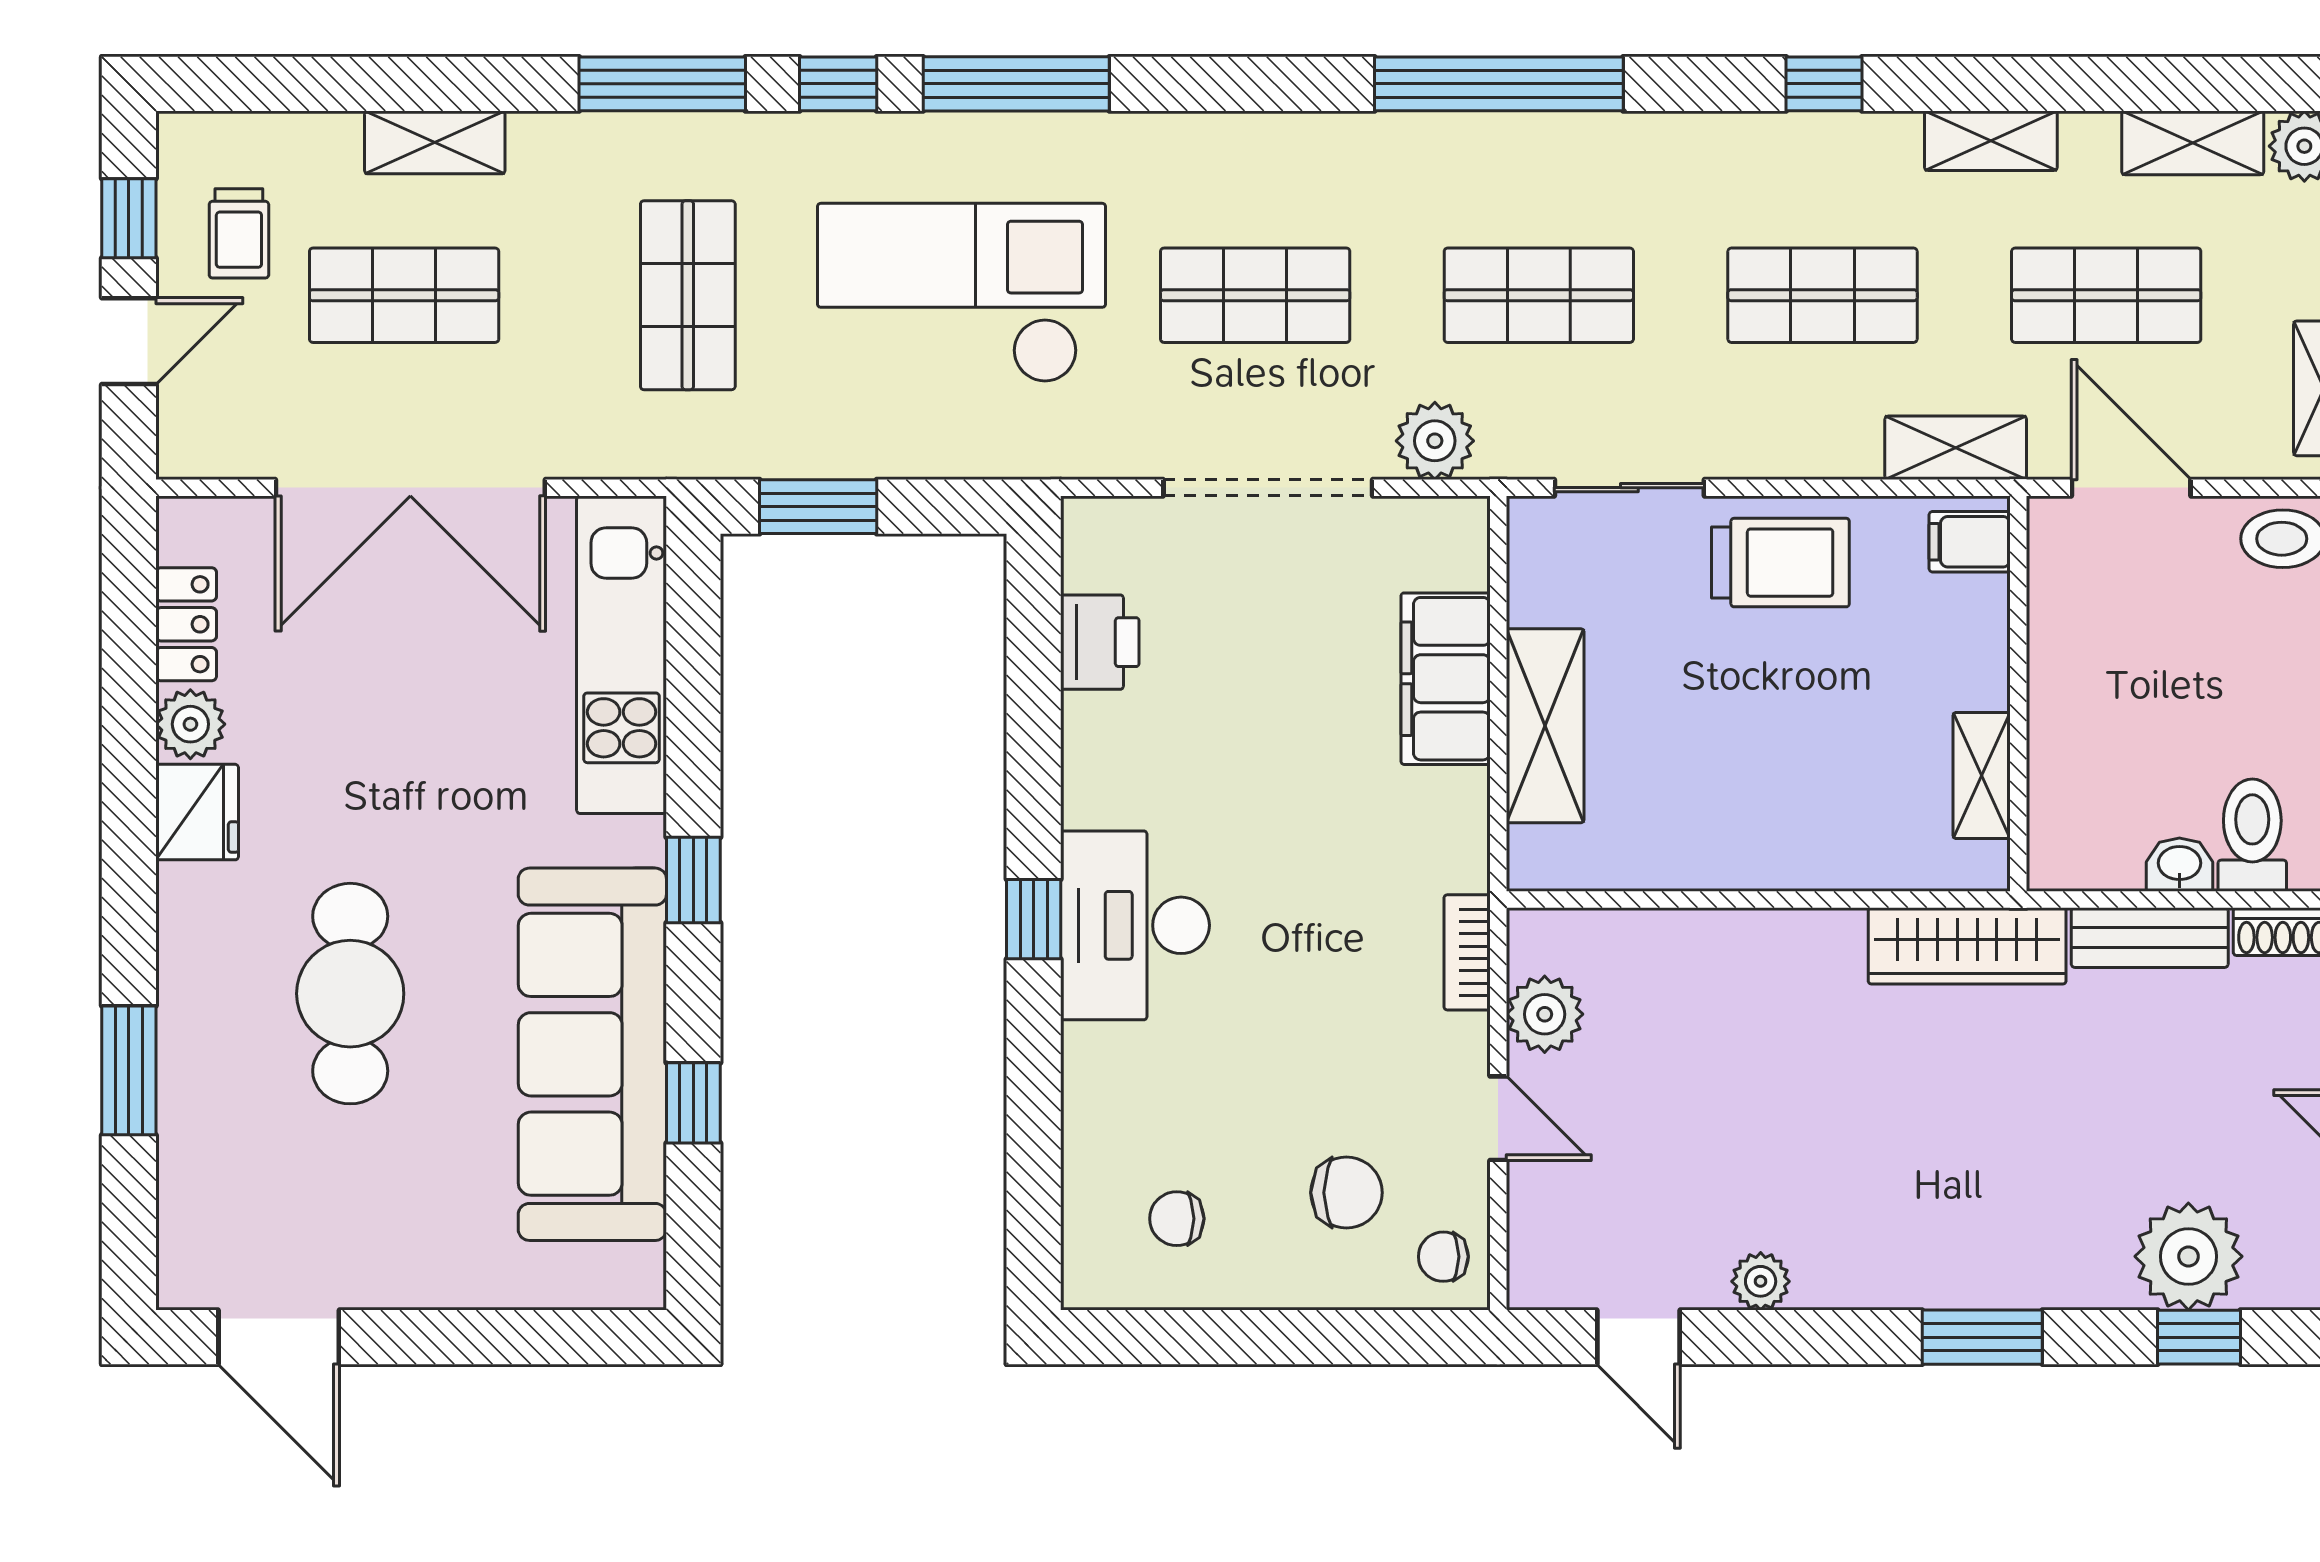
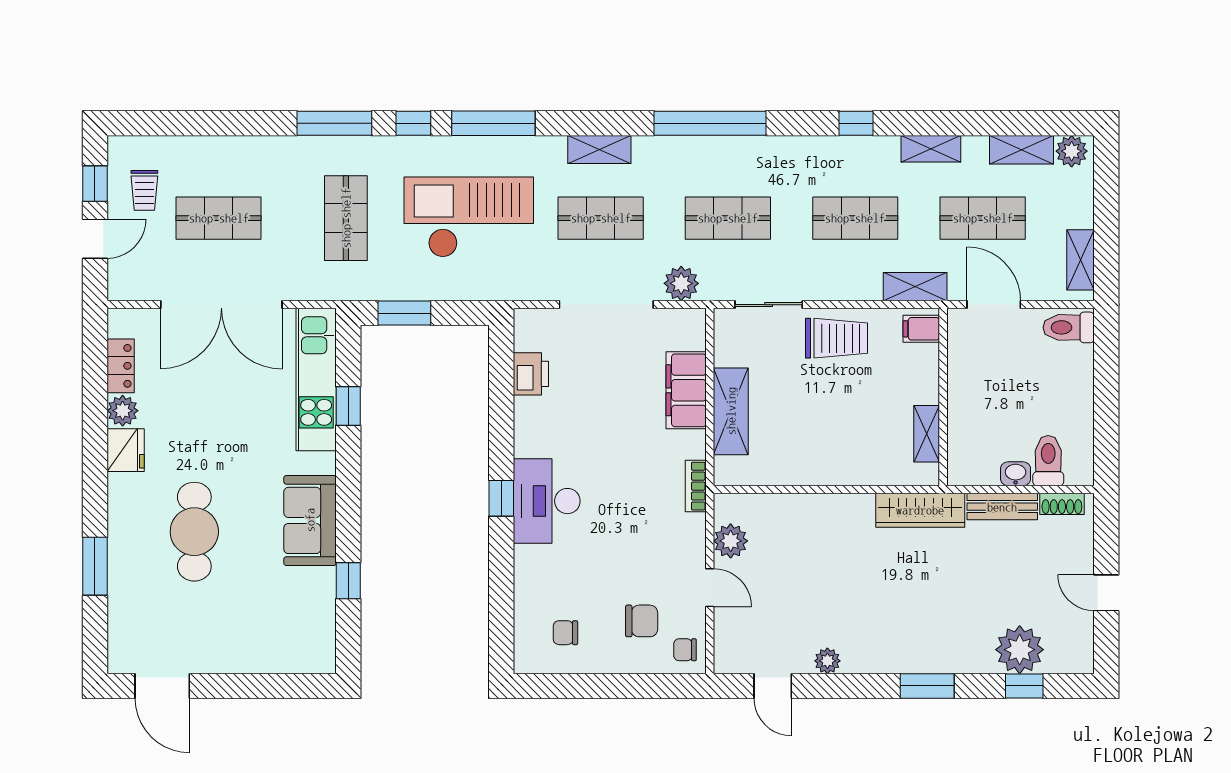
shelving: (435, 142) -> (599, 150), moved
window: (693, 880) -> (348, 406), moved
bookcase: (1467, 952) -> (696, 486), moved
sofa: (592, 1054) -> (310, 520), width x0.54, depth x0.79

